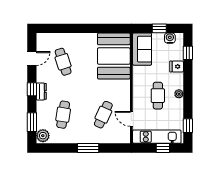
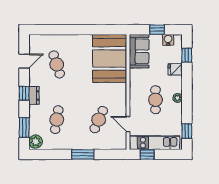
window: (163, 148) -> (147, 154), moved

